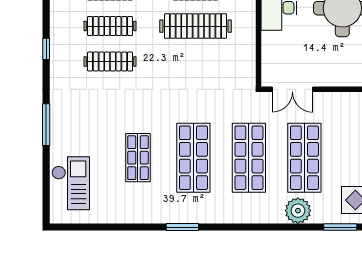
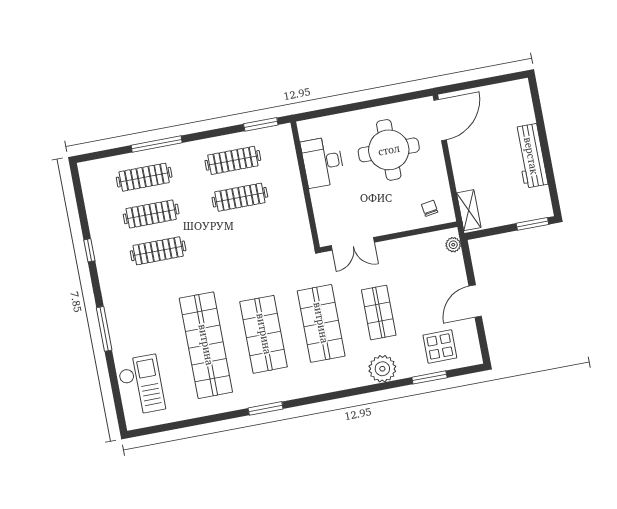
clothes rail: (195, 26) -> (240, 197), width x0.73, depth x0.76
shop shelf: (138, 158) -> (206, 345), width x2.00, depth x1.36
shop shelf: (304, 158) -> (379, 313), width x0.70, depth x0.74

